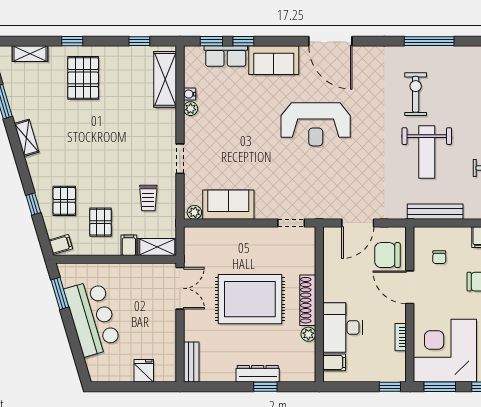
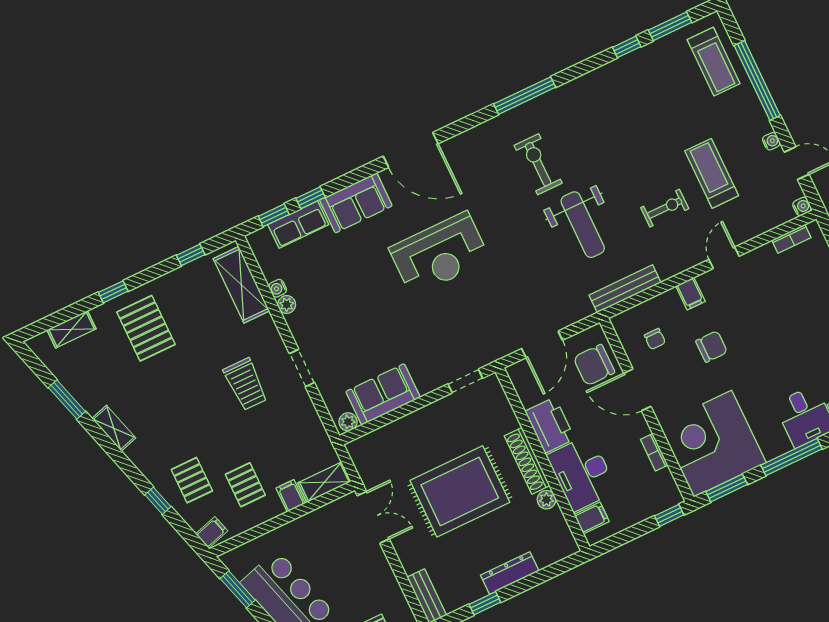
trolley: (148, 198) -> (245, 384), moved, width x1.36, depth x1.39
printer: (336, 283) -> (550, 425), added
window: (265, 387) -> (485, 603), moved

